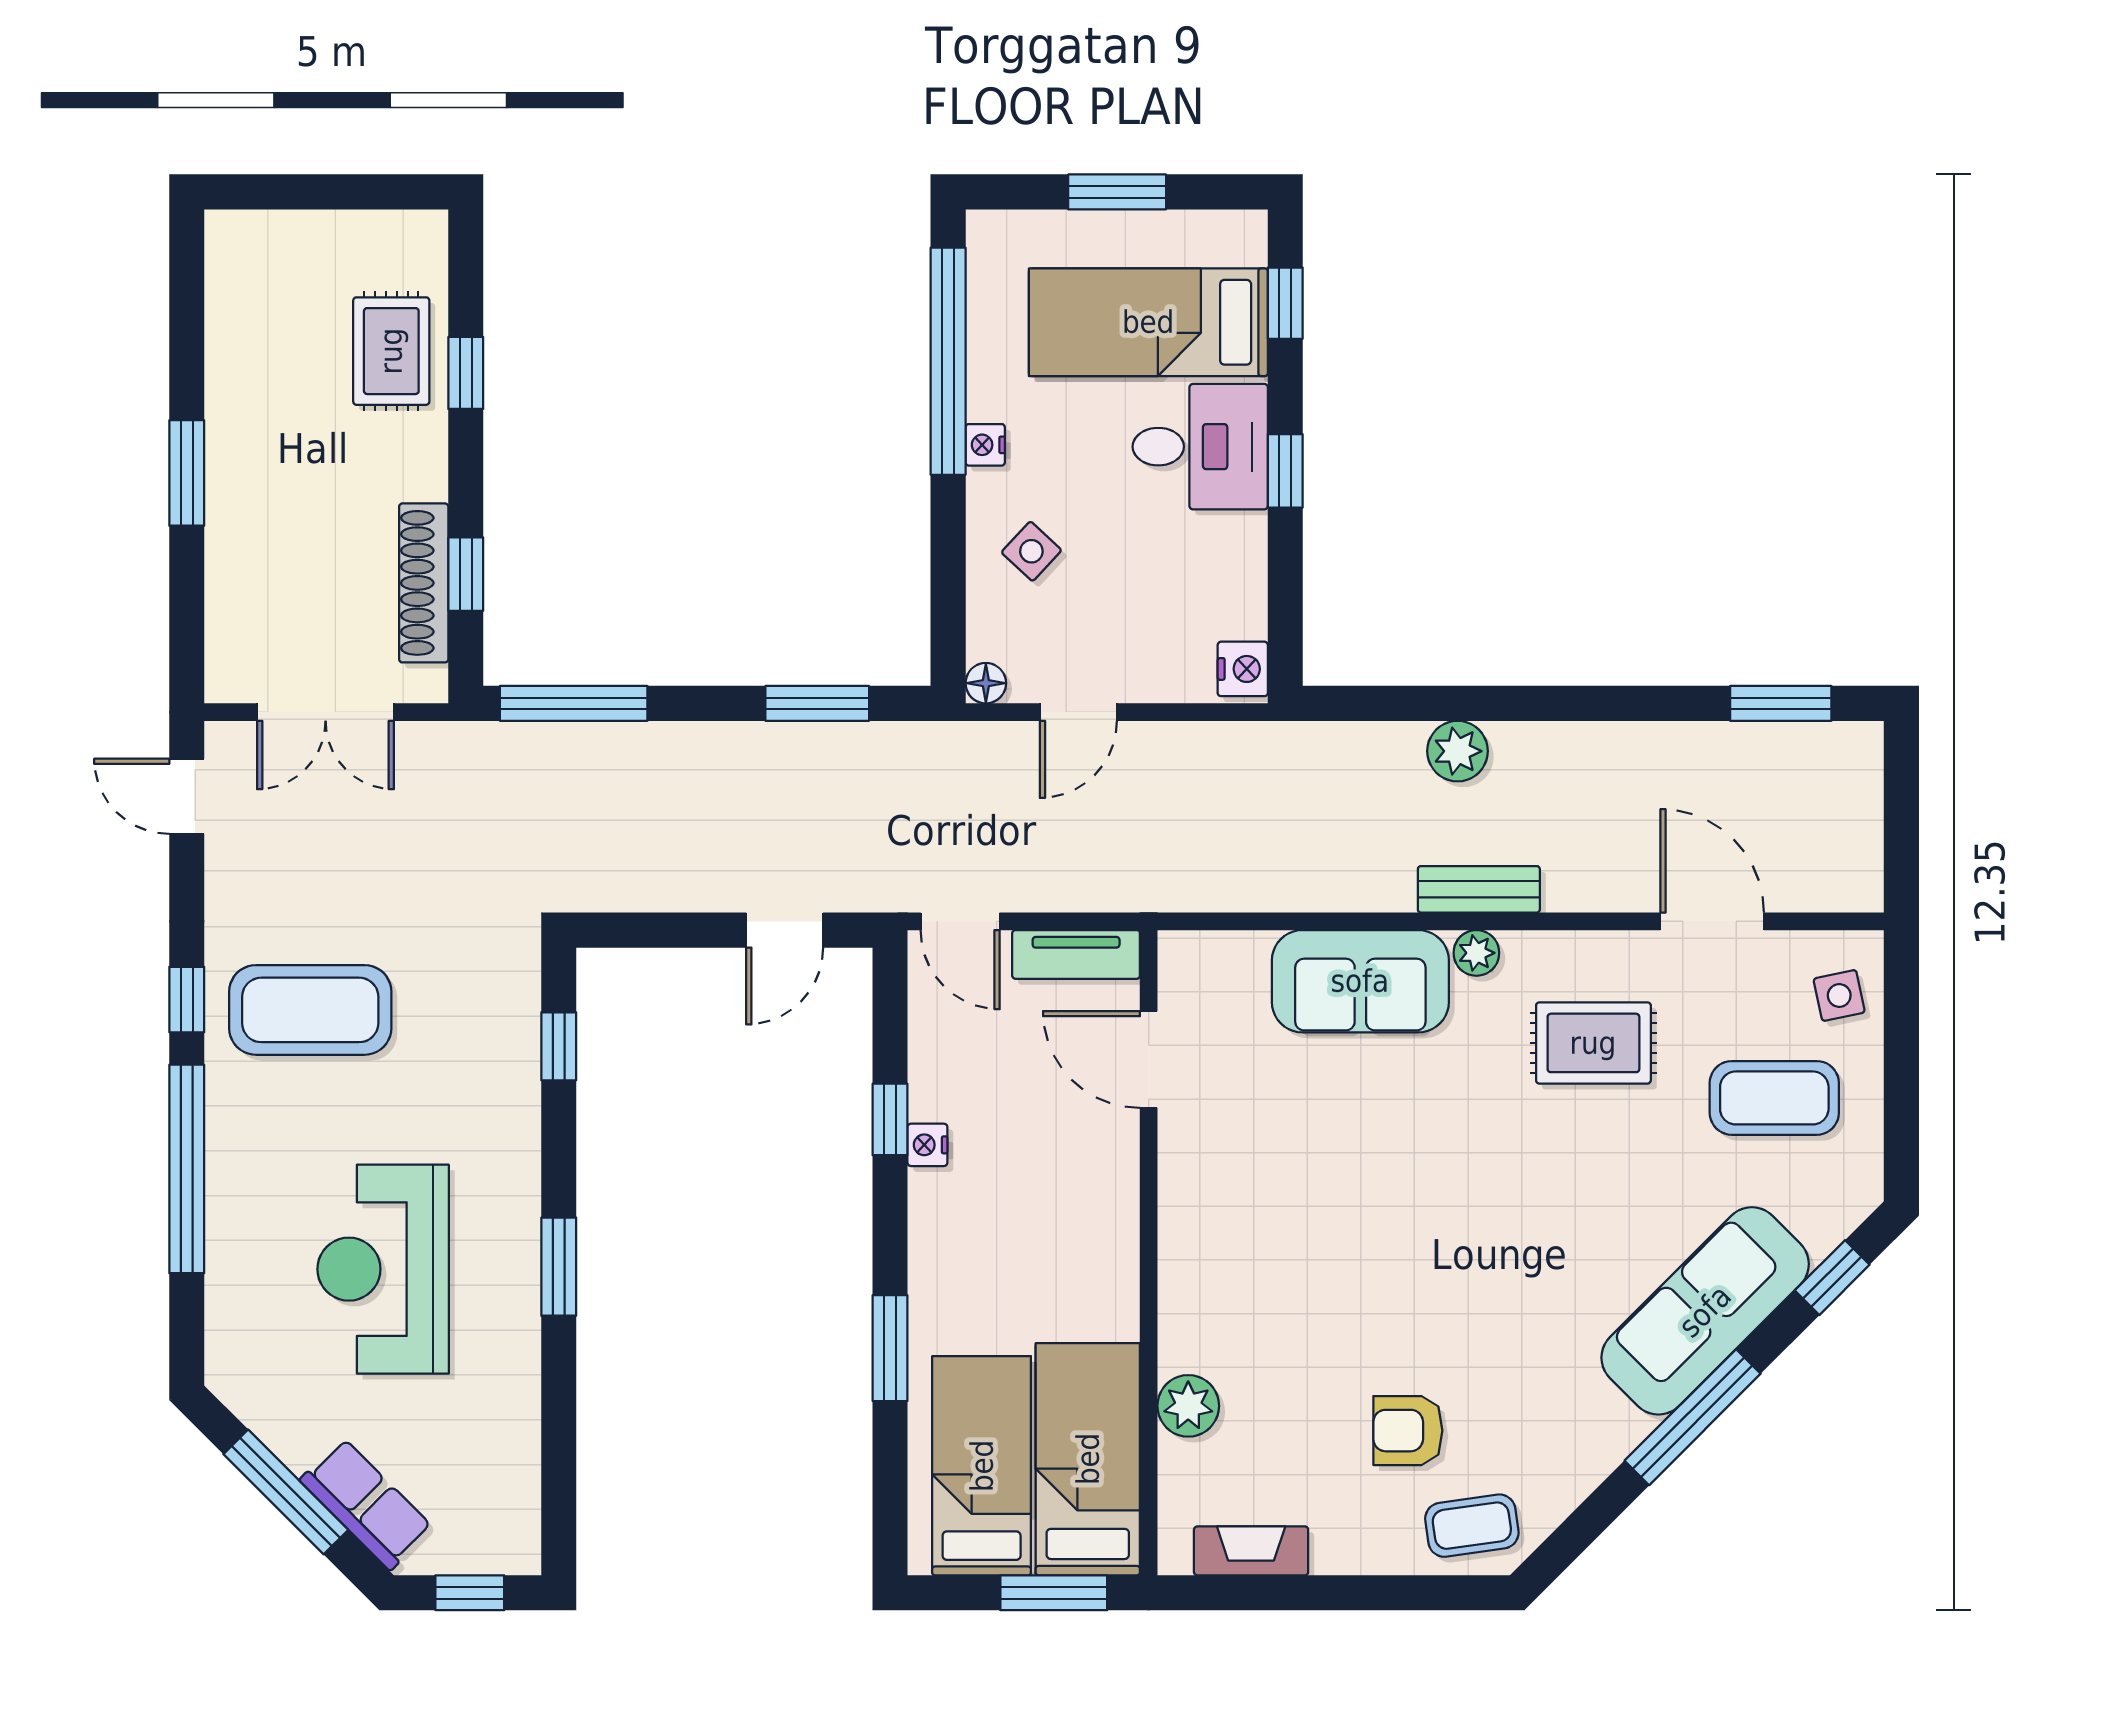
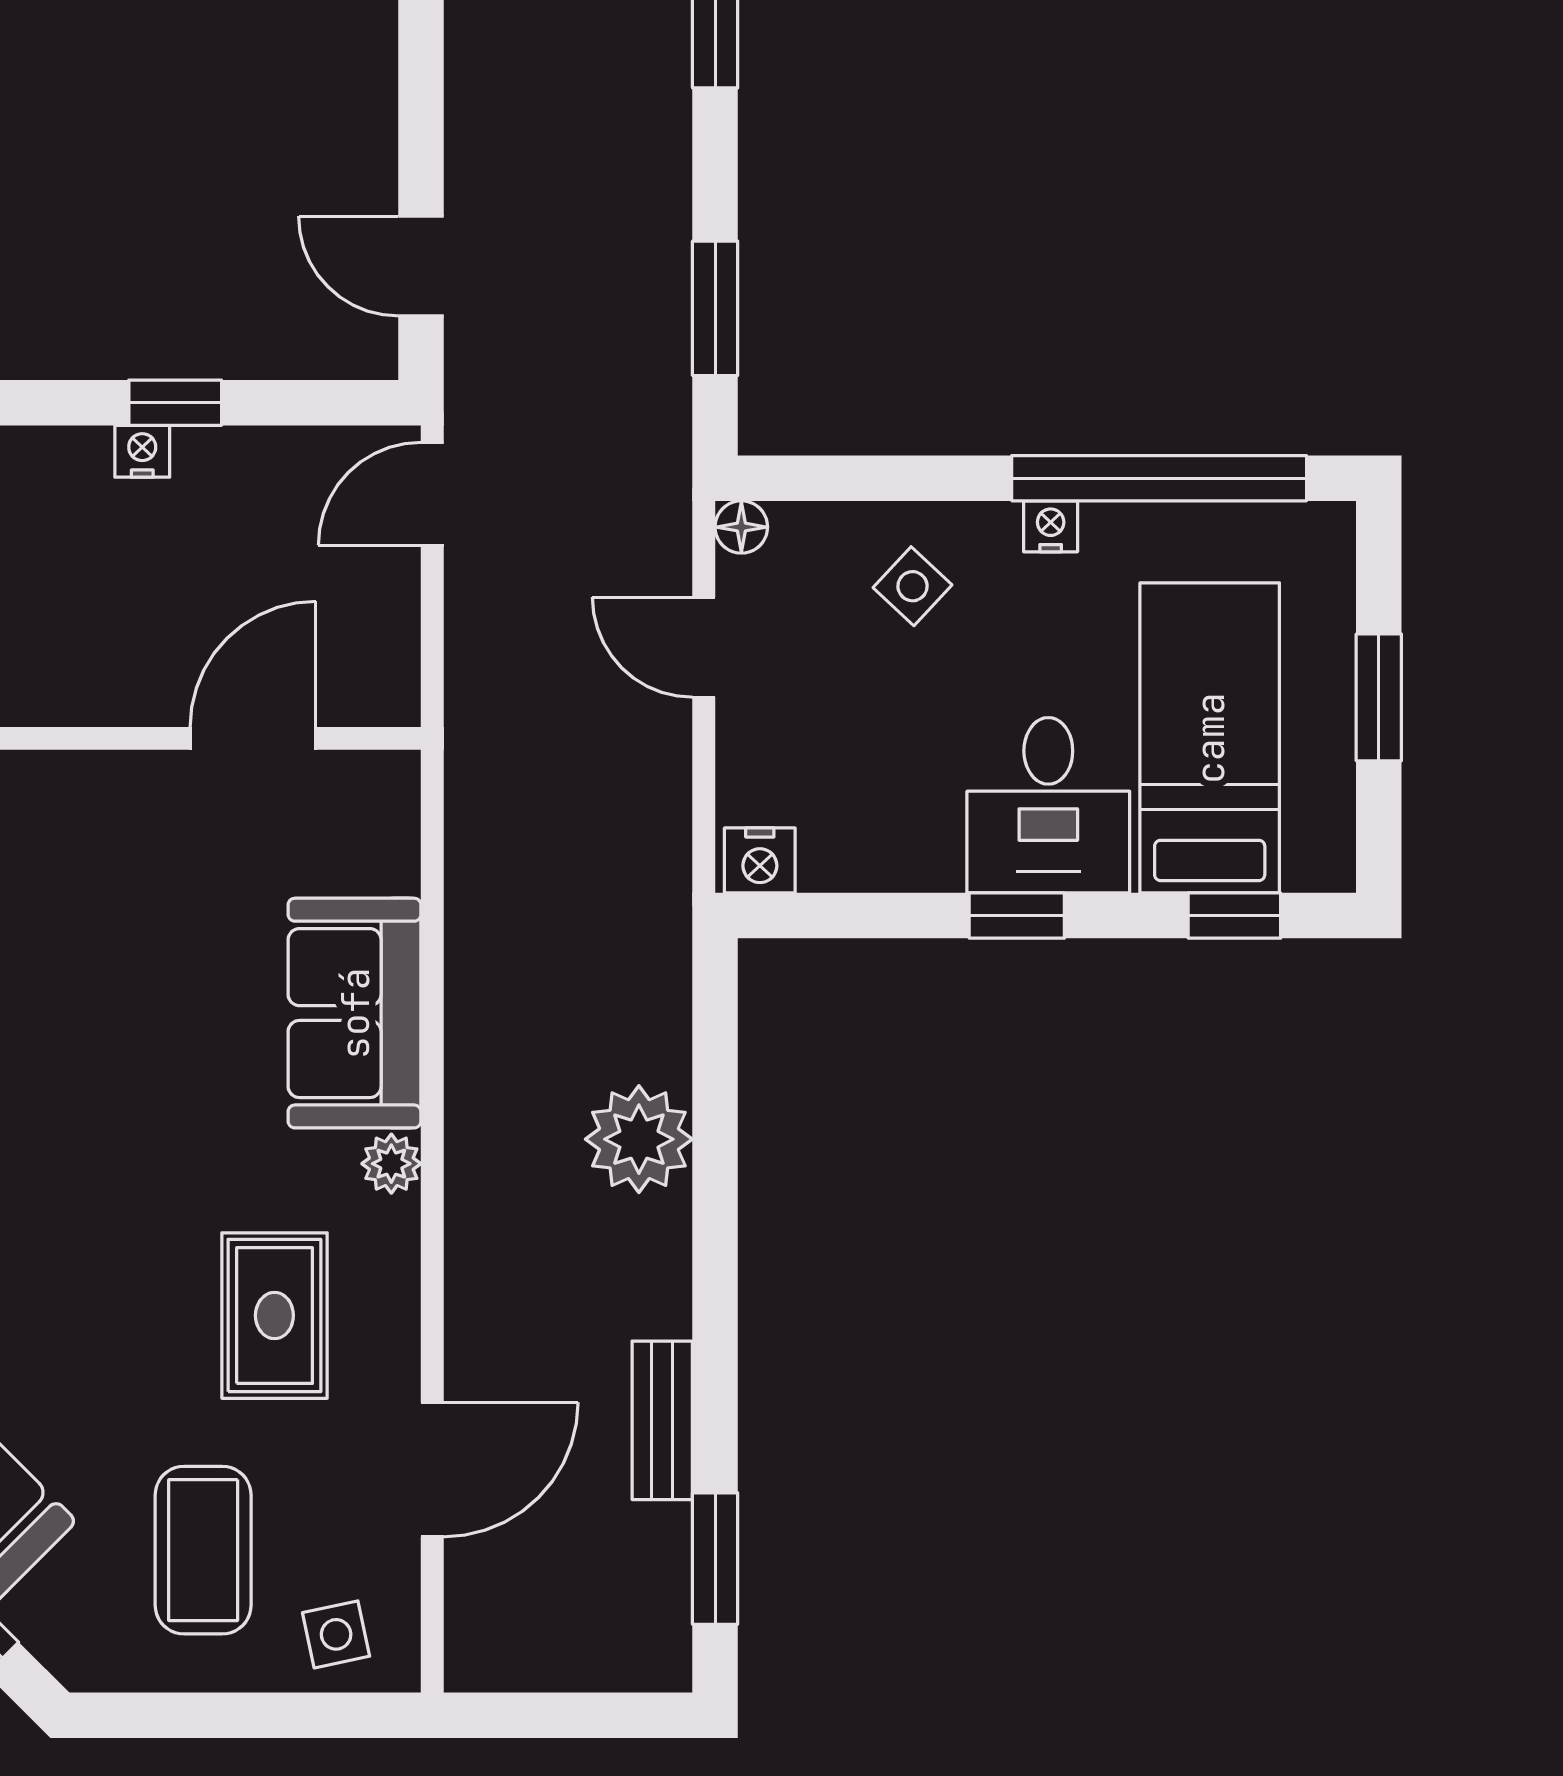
plant: (1458, 751) -> (639, 1139), width x1.36, depth x1.36
bench: (1479, 889) -> (662, 1420), moved
tv unit: (1076, 954) -> (389, 644), removed

